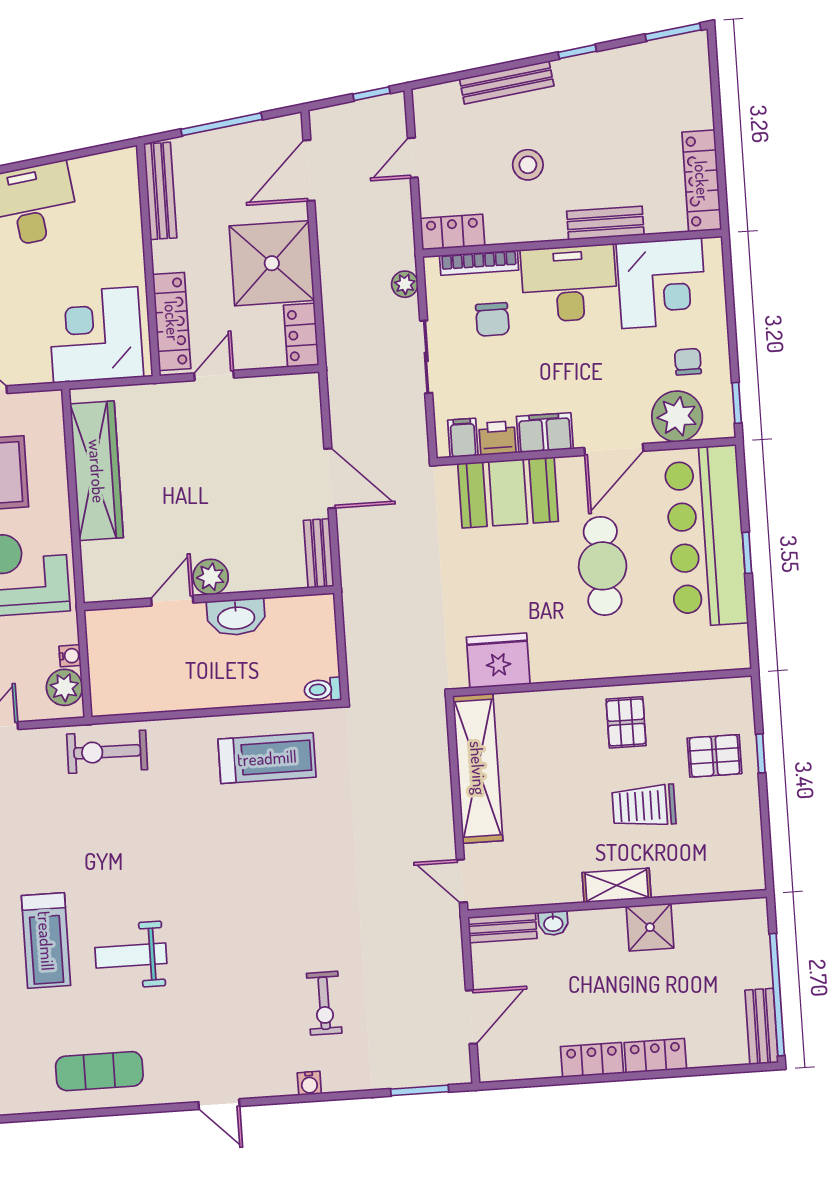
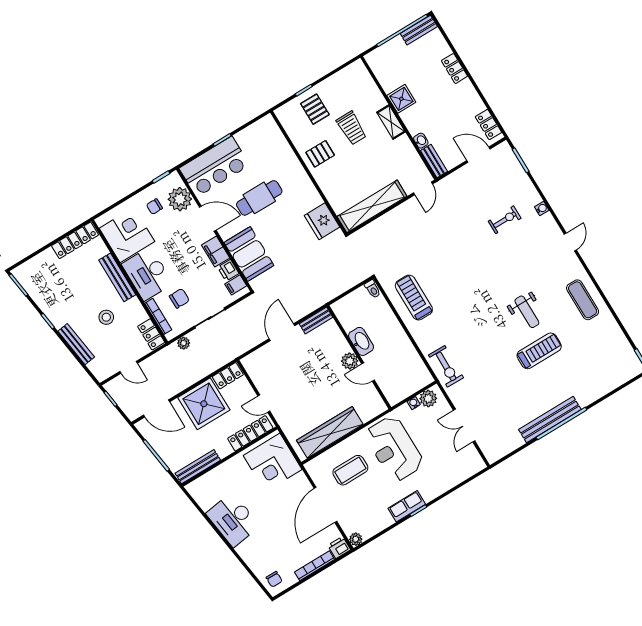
bench: (605, 223) -> (117, 277), width x1.36
bar counter: (706, 536) -> (214, 167), width x0.73
locker: (592, 1060) -> (488, 125), moved

